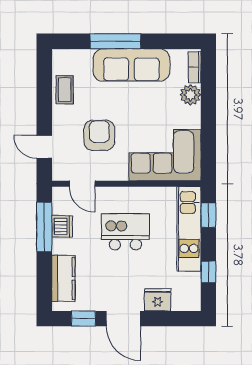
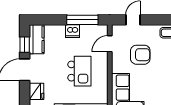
dishwasher: (62, 226) -> (72, 31), moved
kitchen counter: (63, 278) -> (37, 39), moved, turned -90

